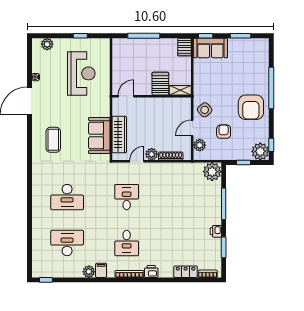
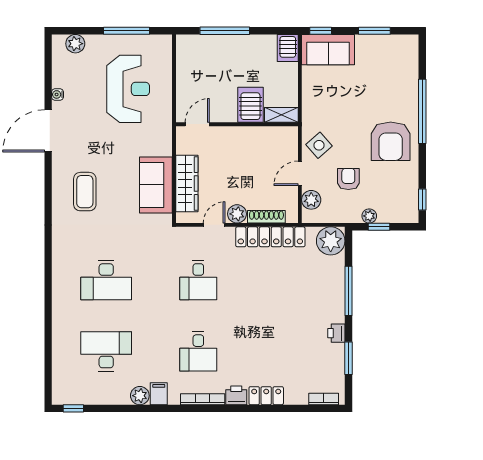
window: (80, 36) -> (126, 31), width x2.17
plant: (260, 151) -> (369, 216), moved, width x0.53, depth x0.53
locker: (173, 169) -> (270, 237), added
desk: (127, 197) -> (198, 280), turned 180
locker: (186, 272) -> (266, 396), moved

